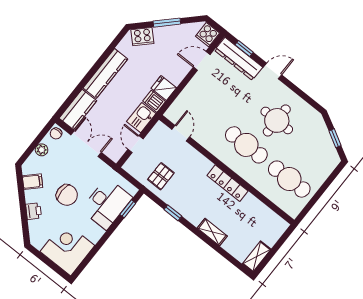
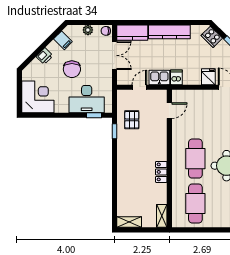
fridge: (164, 88) -> (208, 77), moved
pallet: (161, 176) -> (132, 120), turned 90
locker: (228, 183) -> (161, 172), width x0.66
window: (173, 213) -> (115, 131), moved
shelving: (212, 232) -> (162, 216), moved

